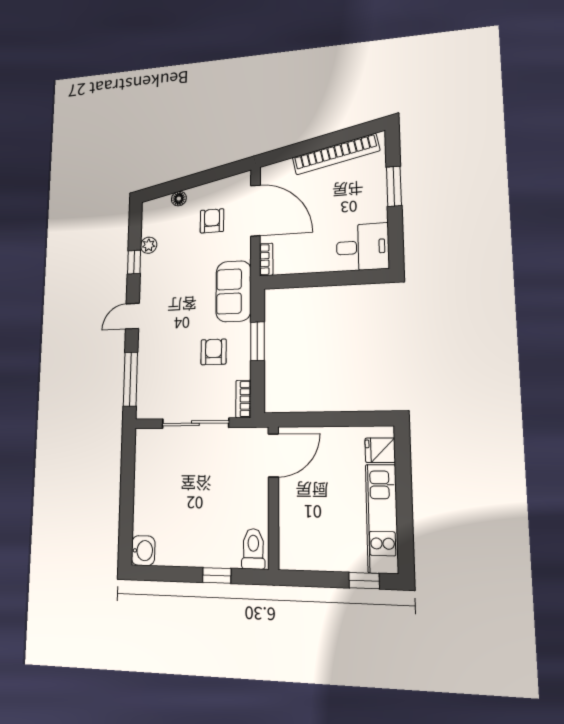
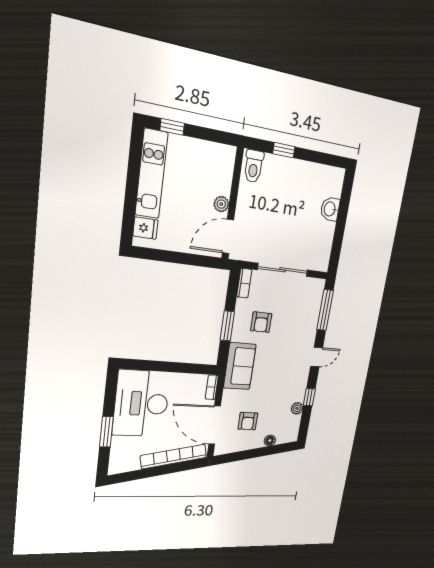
bookcase: (336, 154) -> (174, 457), moved
desk: (363, 247) -> (141, 404), width x1.87, depth x1.30
plant: (288, 495) -> (221, 204), added
washbasin: (143, 551) -> (330, 209), moved

